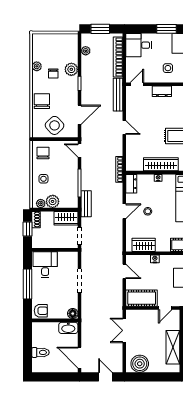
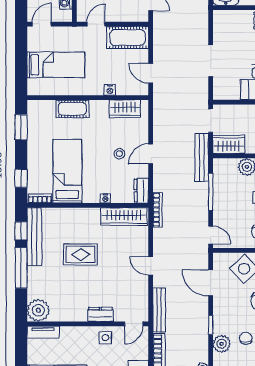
side table: (168, 68) -> (105, 338), moved
door: (80, 115) -> (211, 283), hinge flipped
wardrobe: (161, 164) -> (124, 217), moved
bench: (86, 204) -> (202, 158), width x1.36
floor lamp: (73, 314) -> (220, 17), removed

